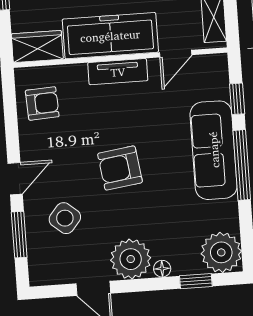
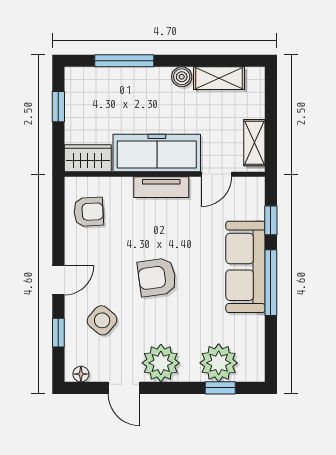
window: (19, 235) -> (58, 333), width x0.67
plant: (221, 252) -> (219, 363), moved
floor lamp: (162, 269) -> (81, 374), moved

